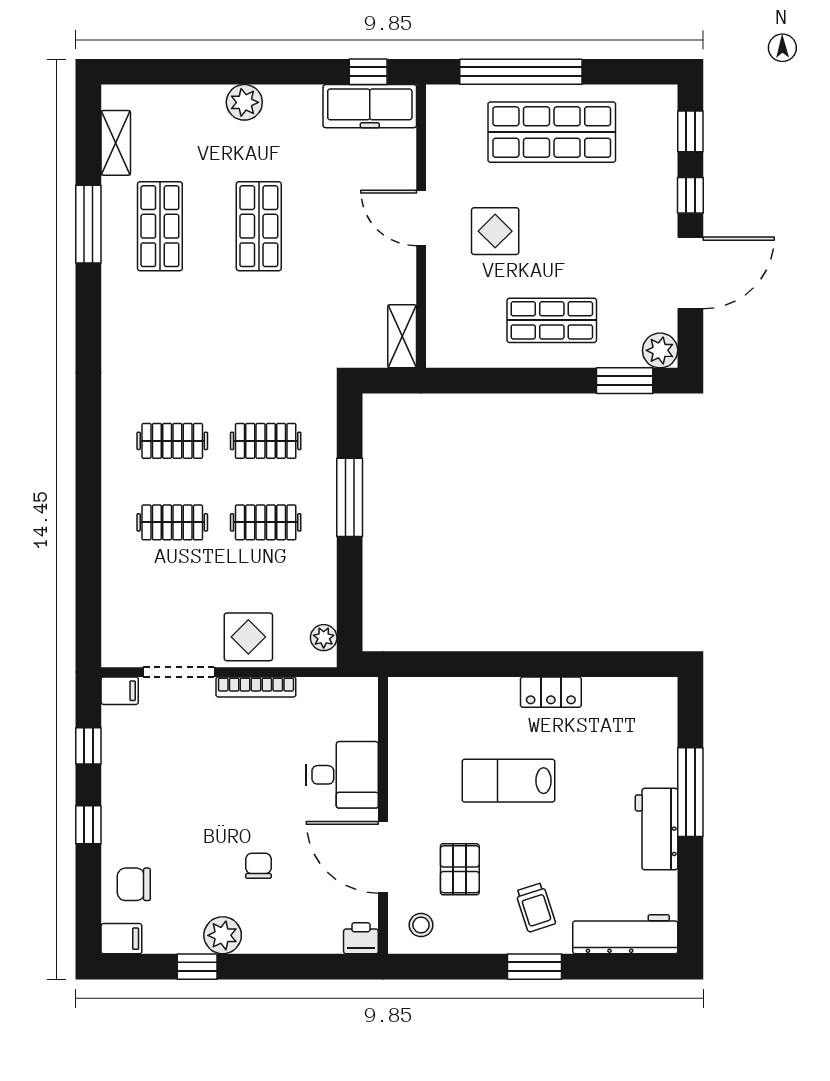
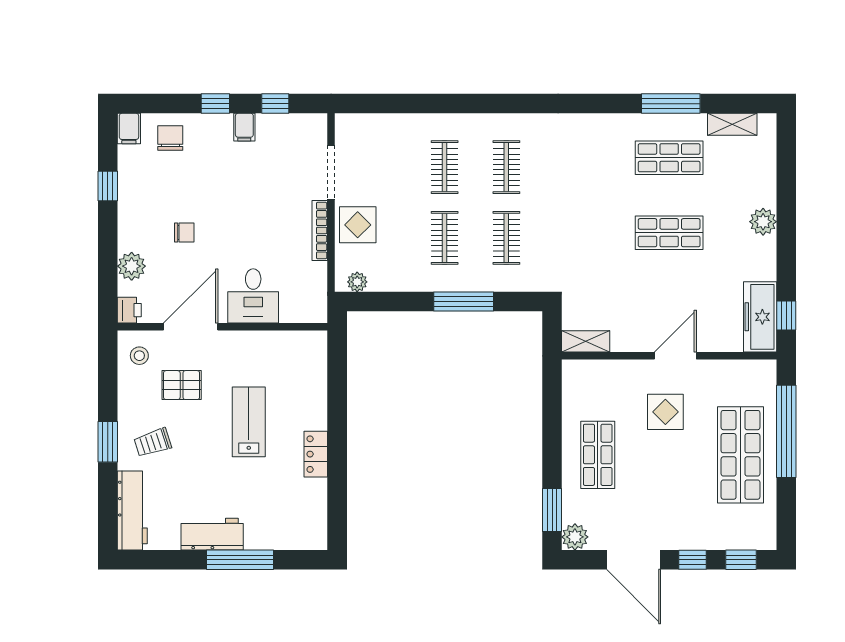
filing cabinet: (120, 691) -> (244, 127), moved
plant: (223, 935) -> (132, 266), moved

